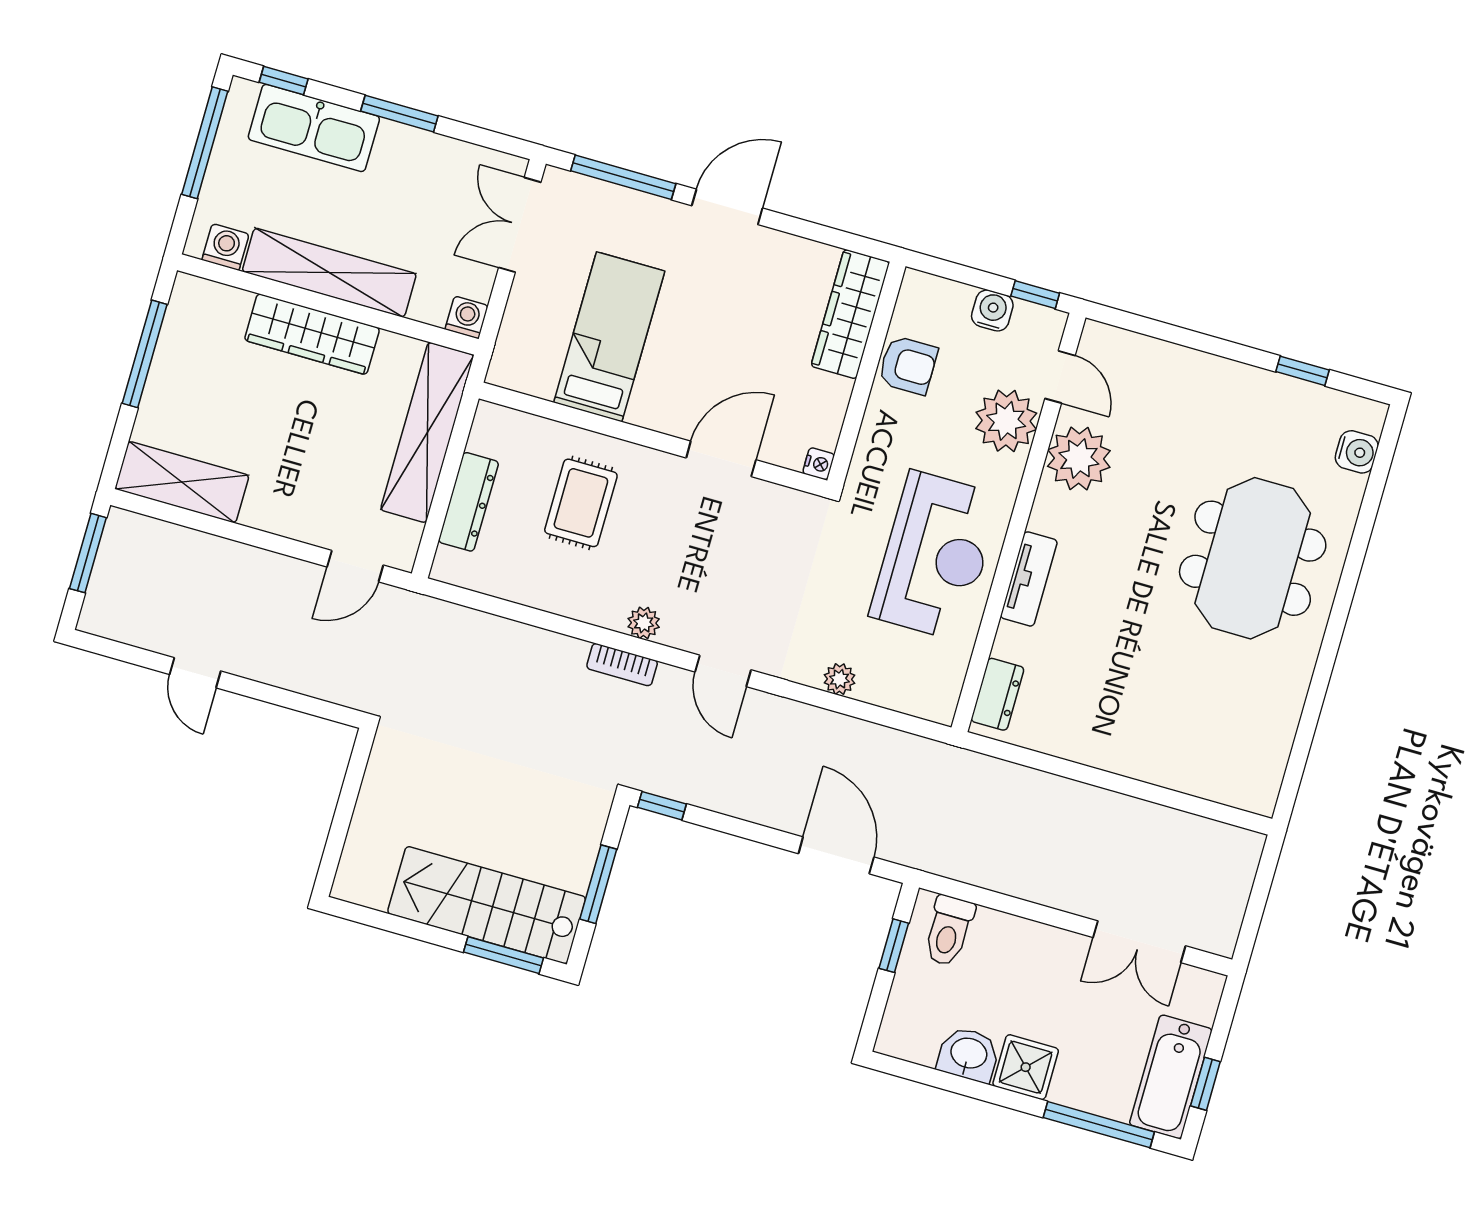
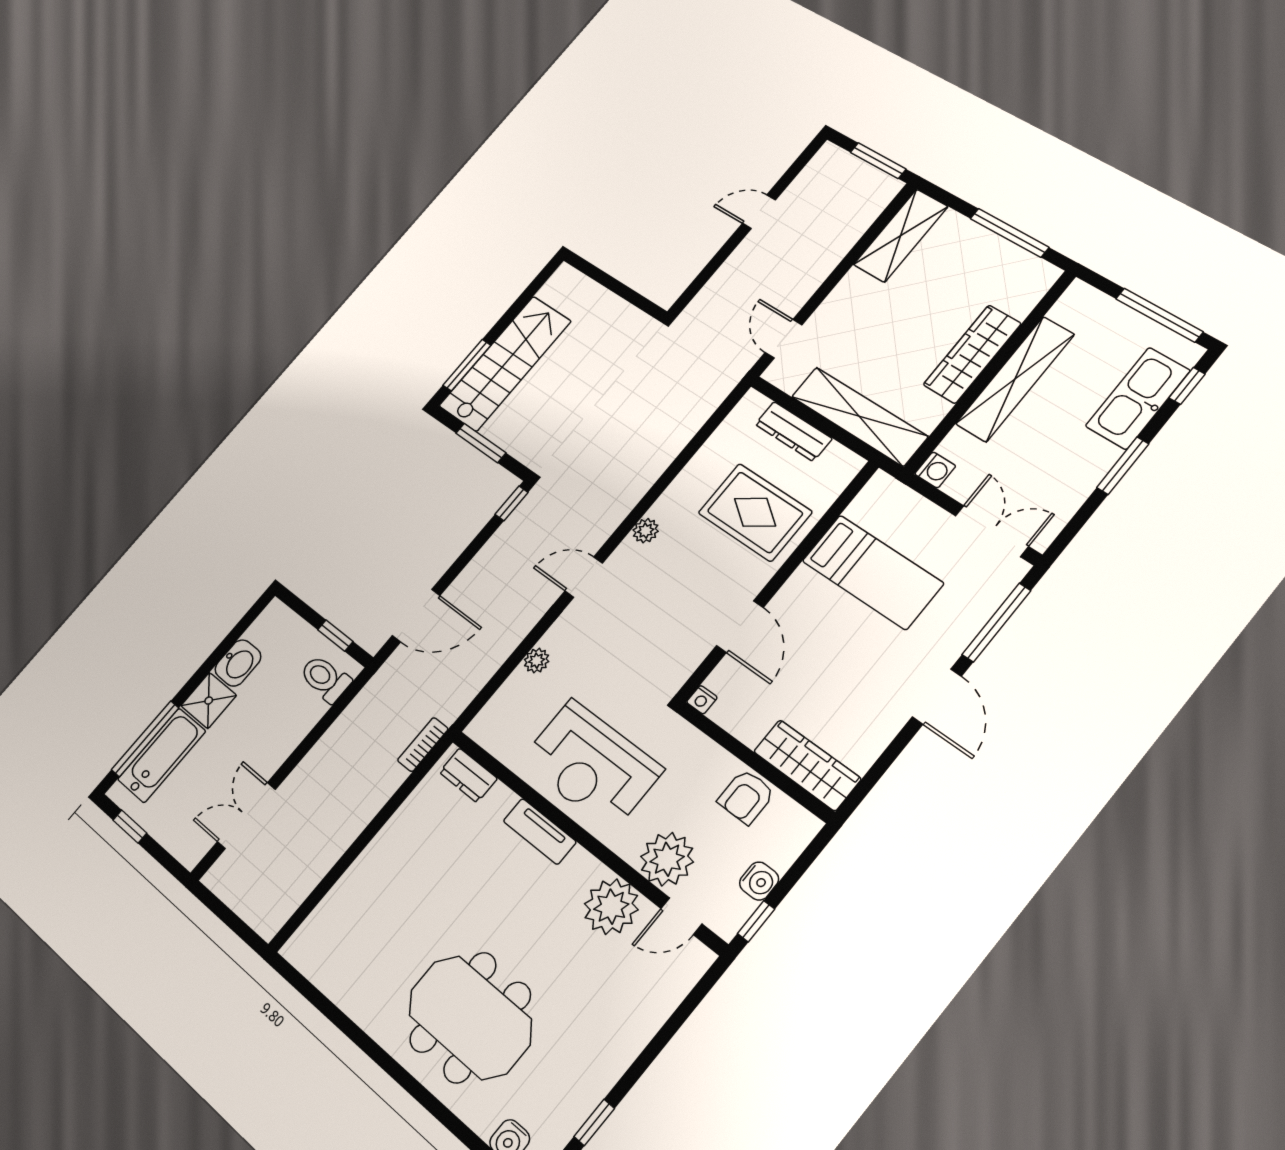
washing machine: (226, 247) -> (1068, 310), removed
rug: (581, 503) -> (755, 512), width x1.36, depth x1.43
bookcase: (622, 665) -> (423, 745), moved
bathtub: (1171, 1077) -> (162, 755), moved, turned 90

